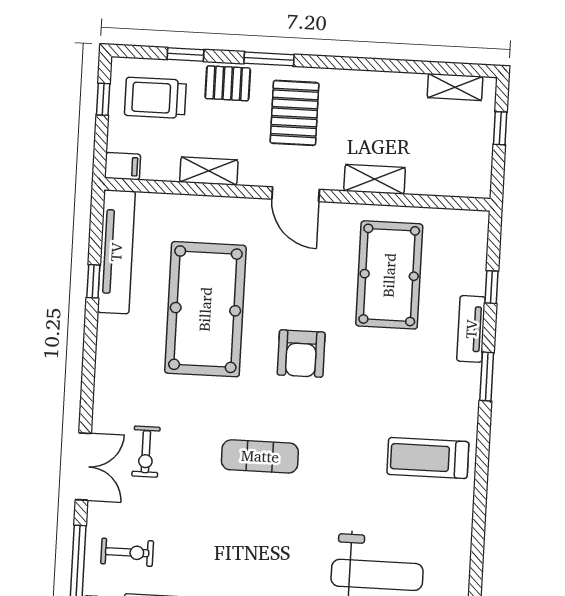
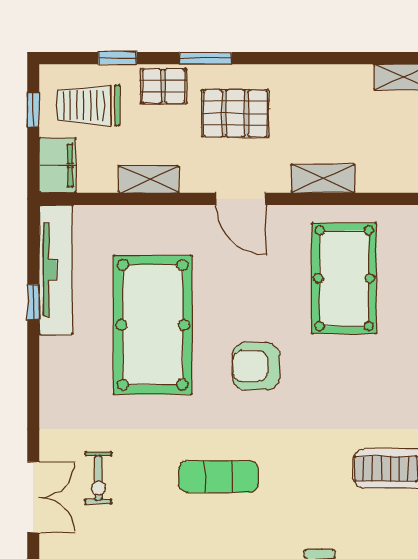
pallet: (295, 113) -> (235, 113), turned 90
filing cabinet: (123, 166) -> (57, 165), width x2.00
armchair: (301, 354) -> (256, 366), turned 90

